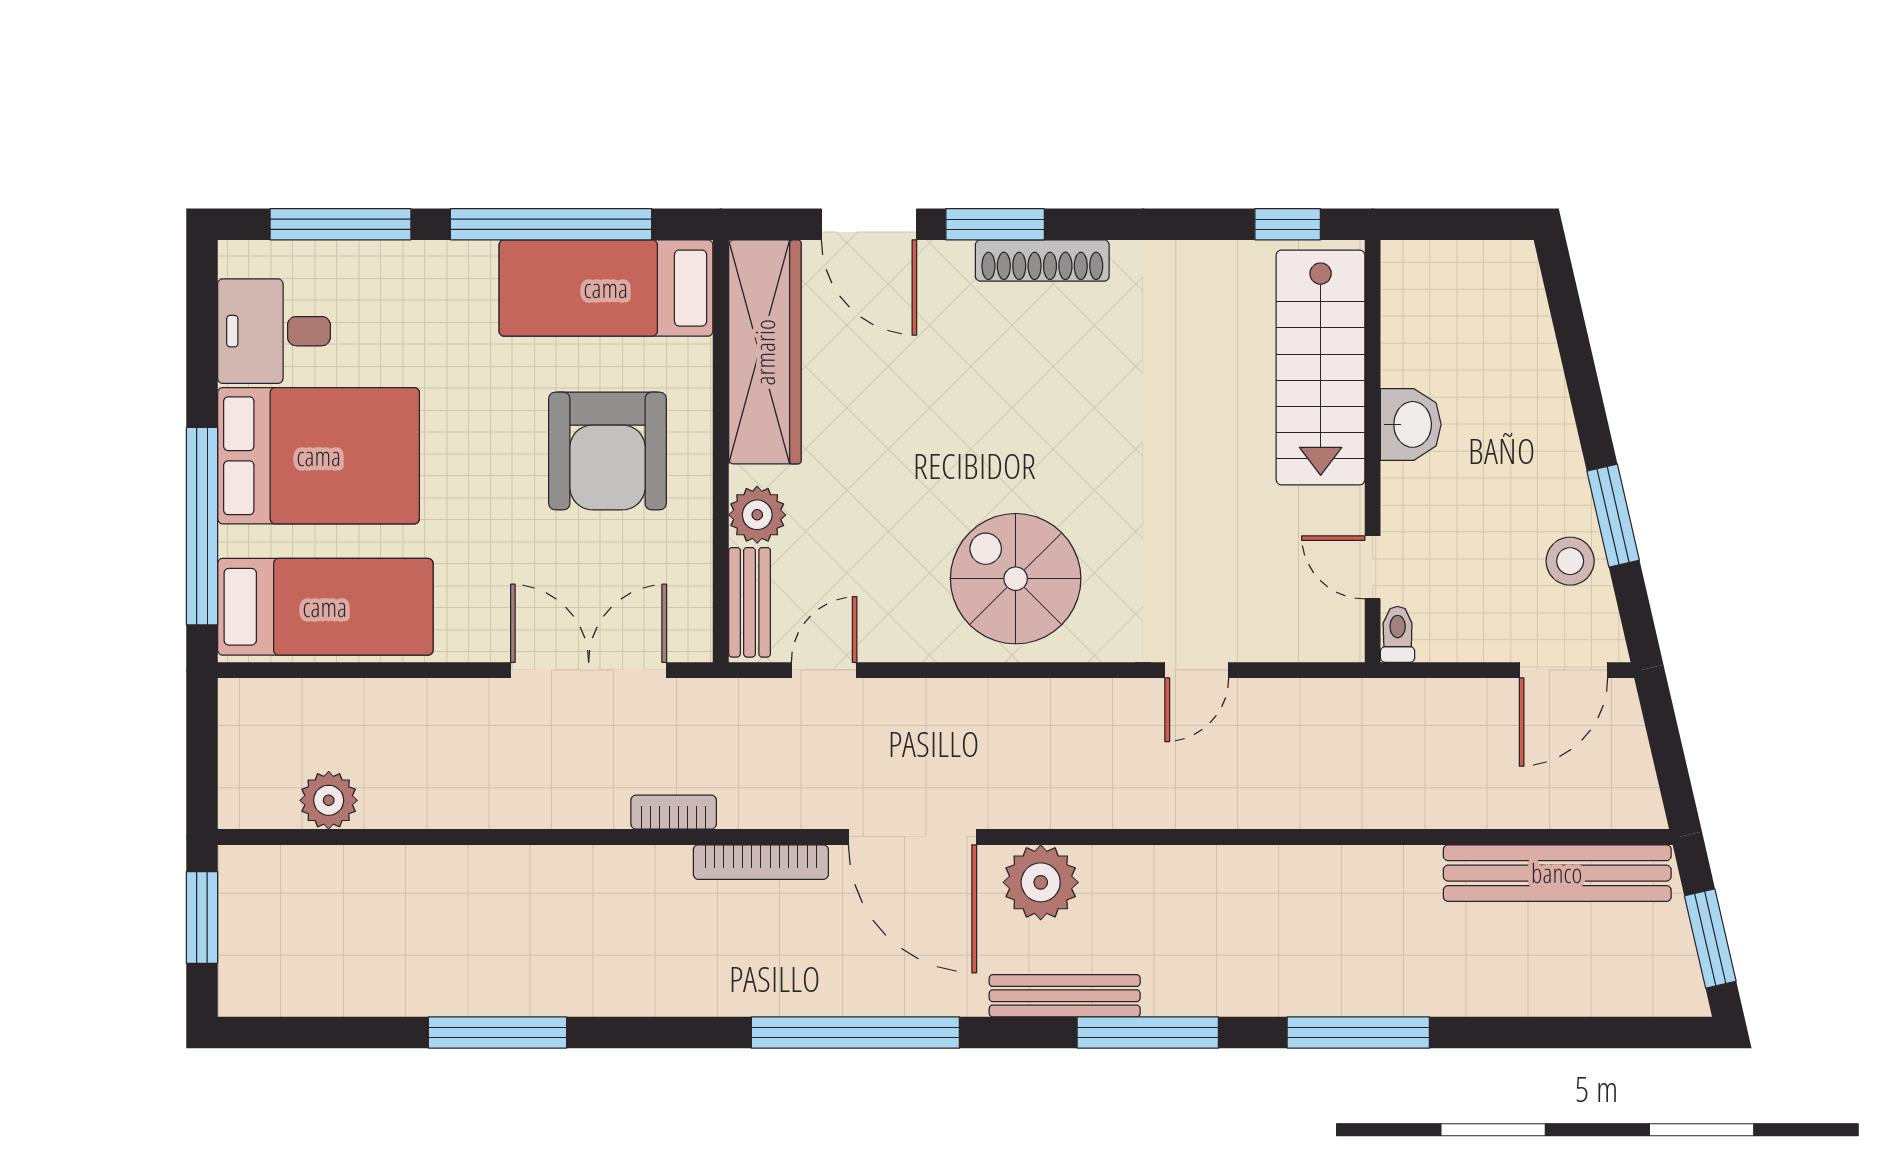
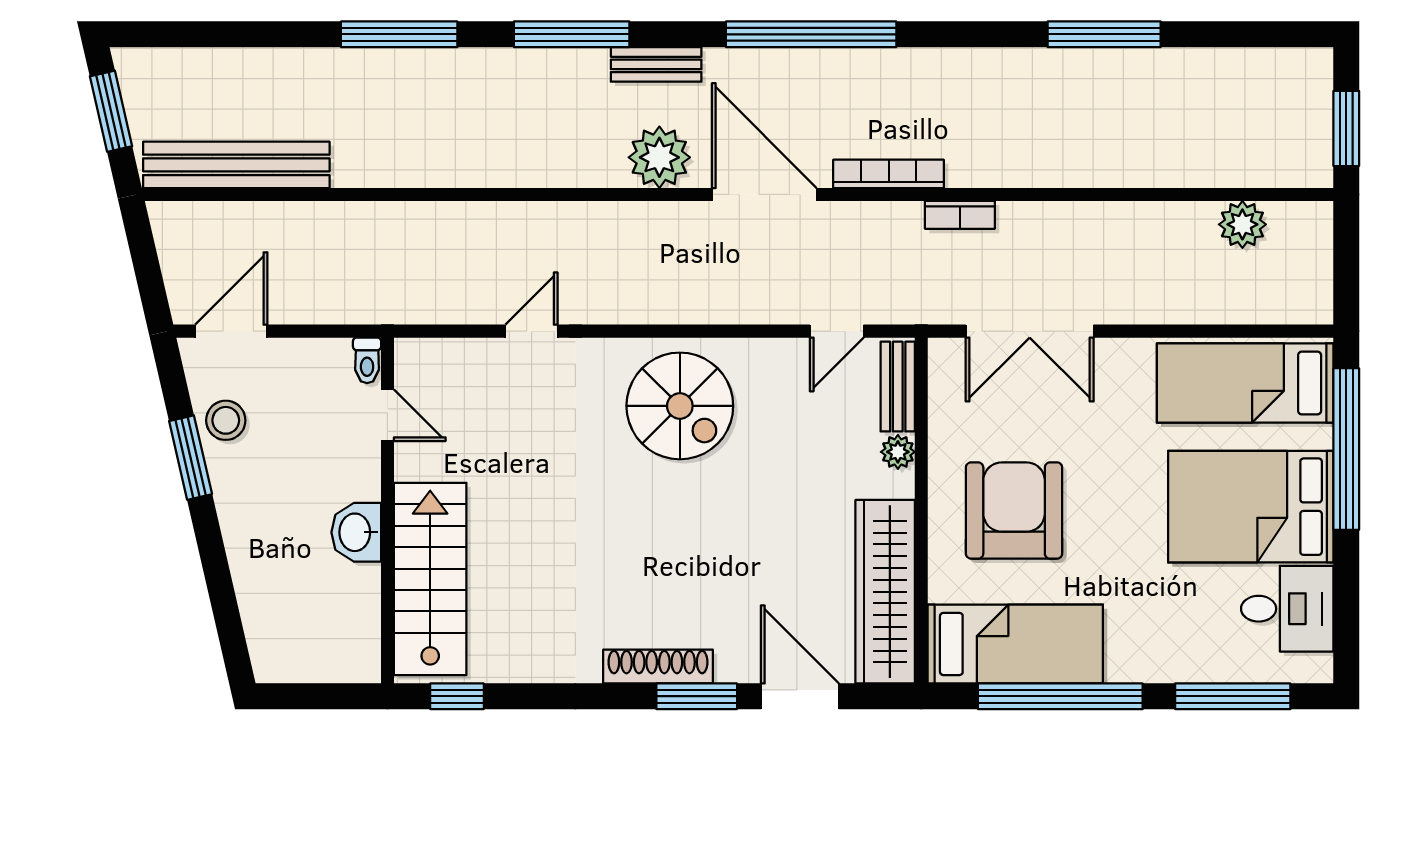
plant: (757, 515) -> (898, 452), width x0.73, depth x0.73
bench: (1065, 996) -> (656, 64), width x0.73

